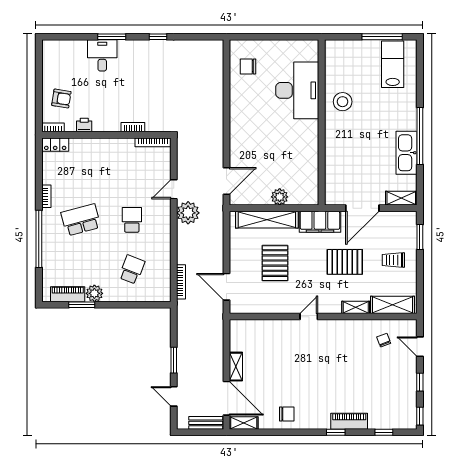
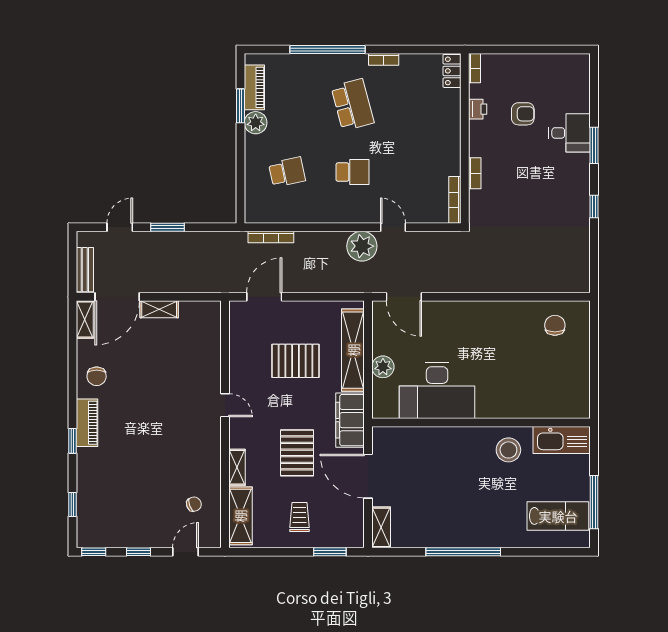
desk: (297, 90) -> (437, 390), moved
armchair: (61, 99) -> (523, 114), moved, turned -99
kitchen sink: (407, 153) -> (562, 440), moved, turned 180
school desk: (132, 270) -> (287, 172), turned -33
piano: (349, 421) -> (87, 423), moved

